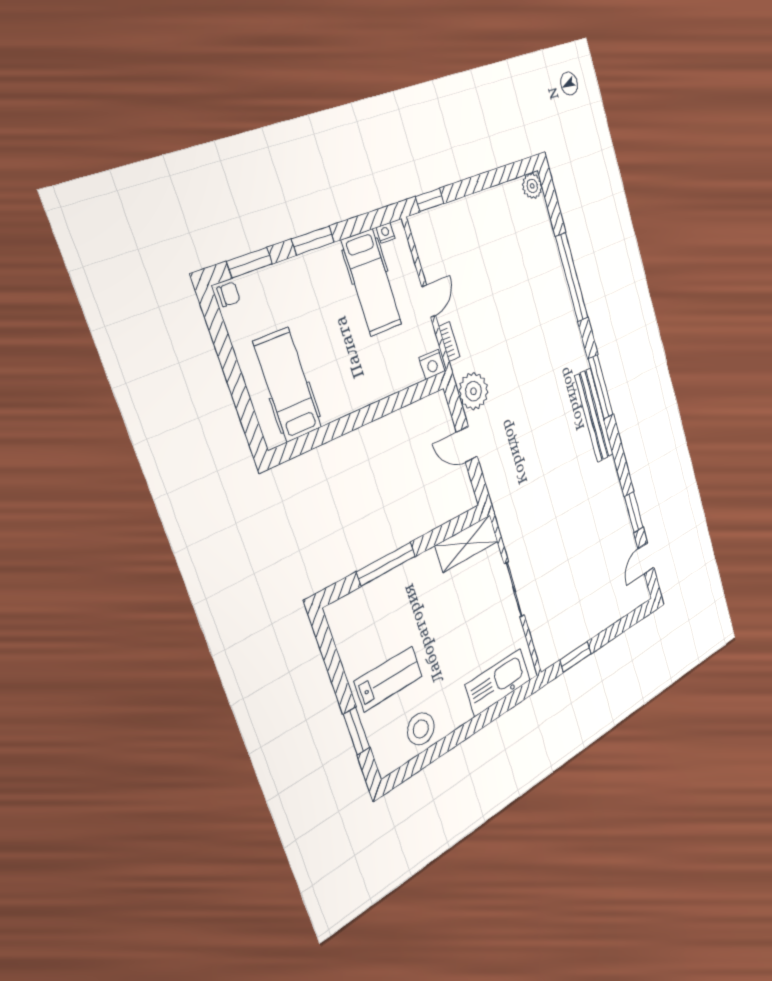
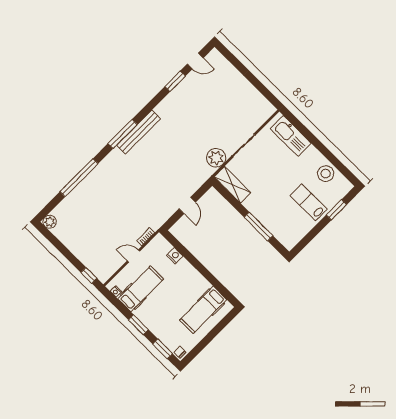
nightstand: (432, 364) -> (175, 256), moved
plant: (473, 391) -> (216, 158), moved
window: (575, 657) -> (263, 89), removed

